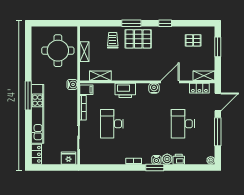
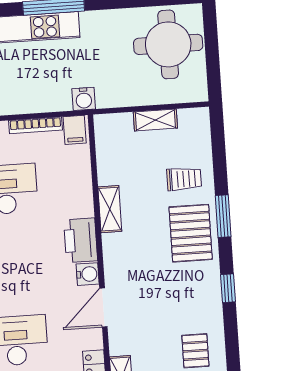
round table: (58, 51) -> (168, 44), moved
shelving: (100, 76) -> (110, 209), moved
door: (170, 82) -> (103, 308), swing flipped
printer: (125, 90) -> (81, 240), moved

